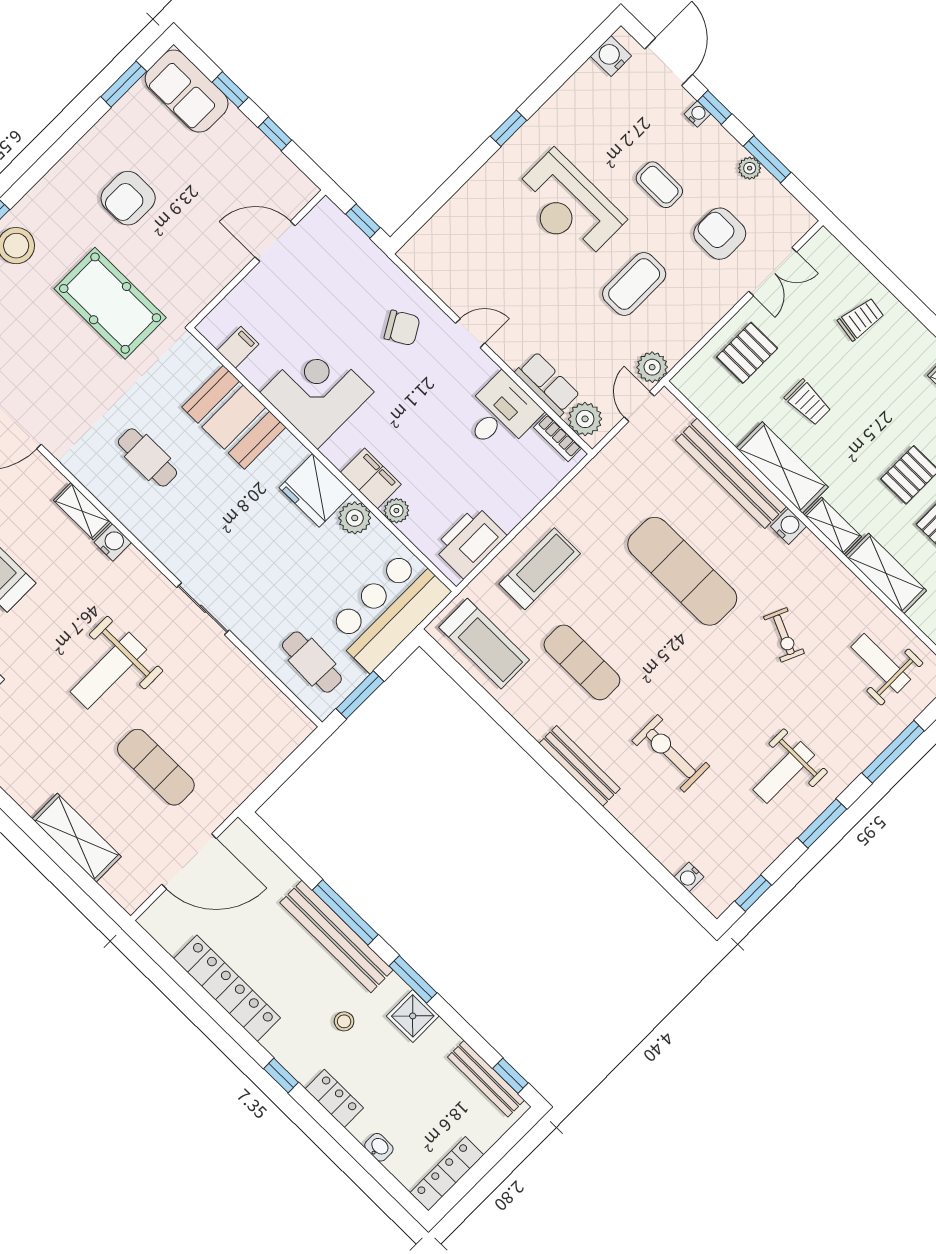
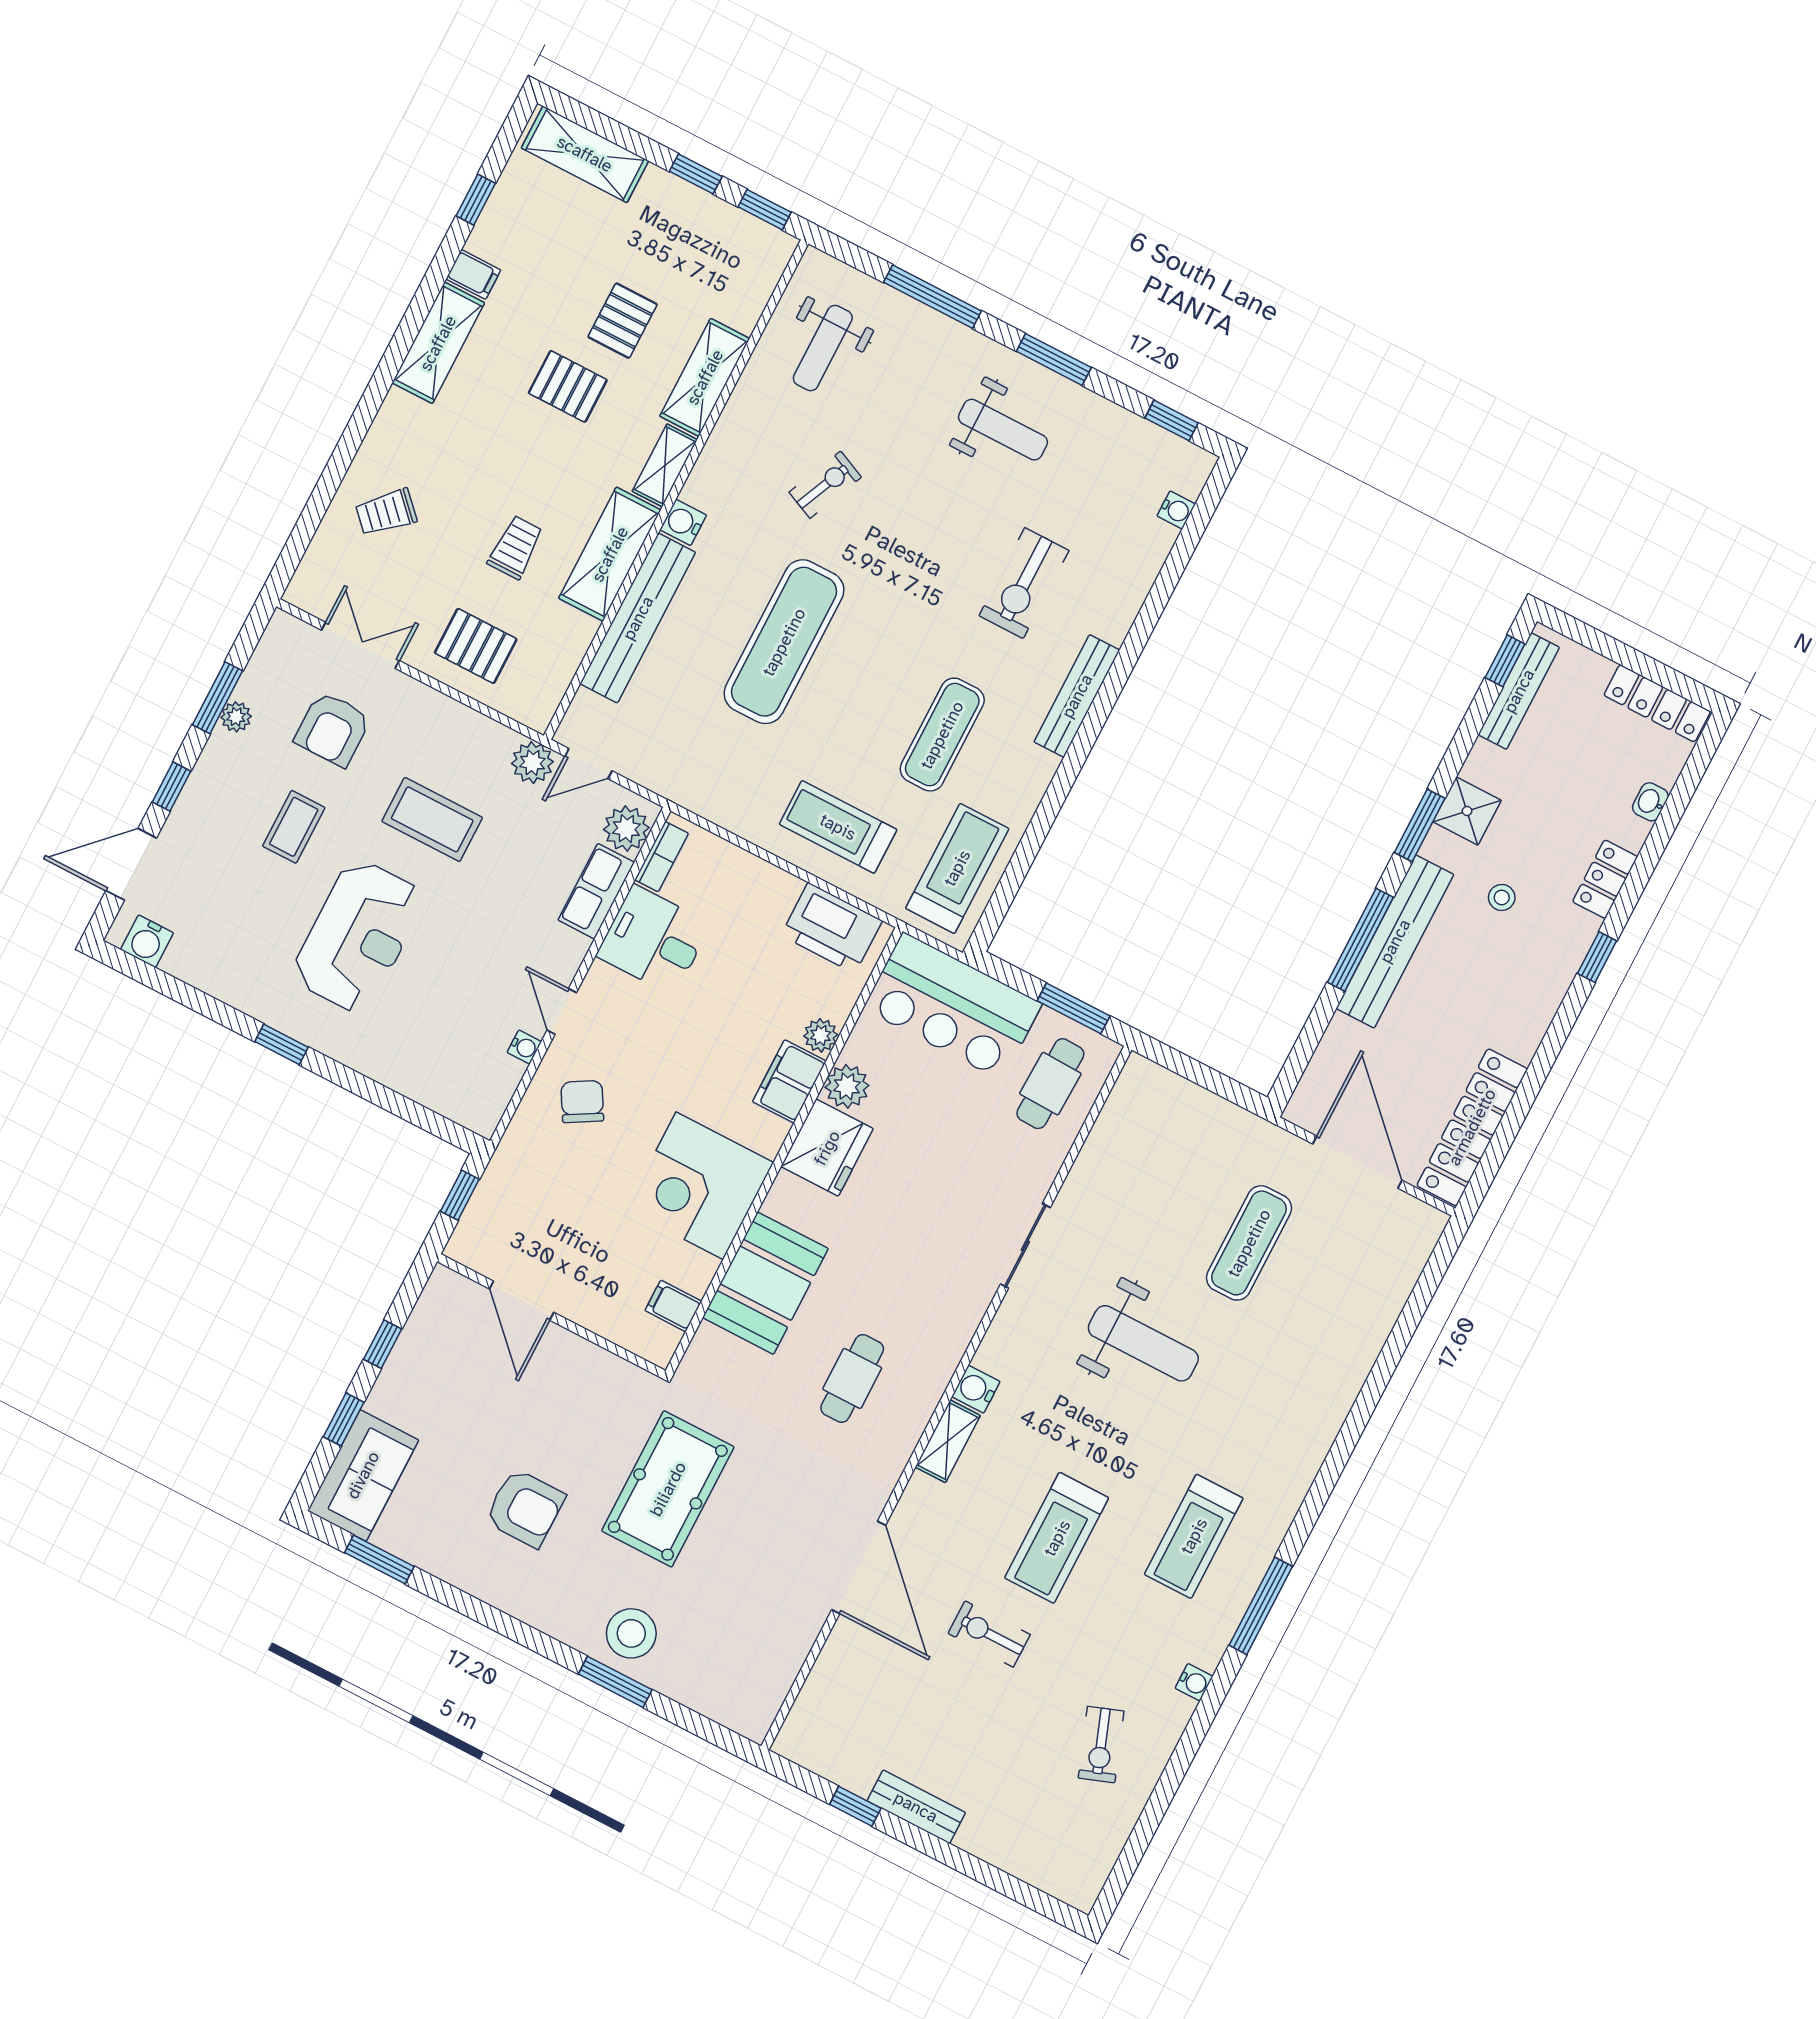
water cooler: (697, 114) -> (524, 1047), moved, turned 180
trolley: (861, 319) -> (386, 512), turned -53
shelving: (77, 838) -> (1372, 1317), removed
locker: (227, 988) -> (1472, 1127), moved

